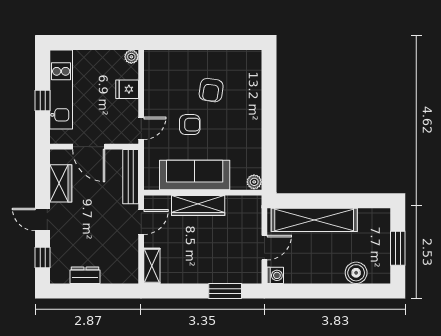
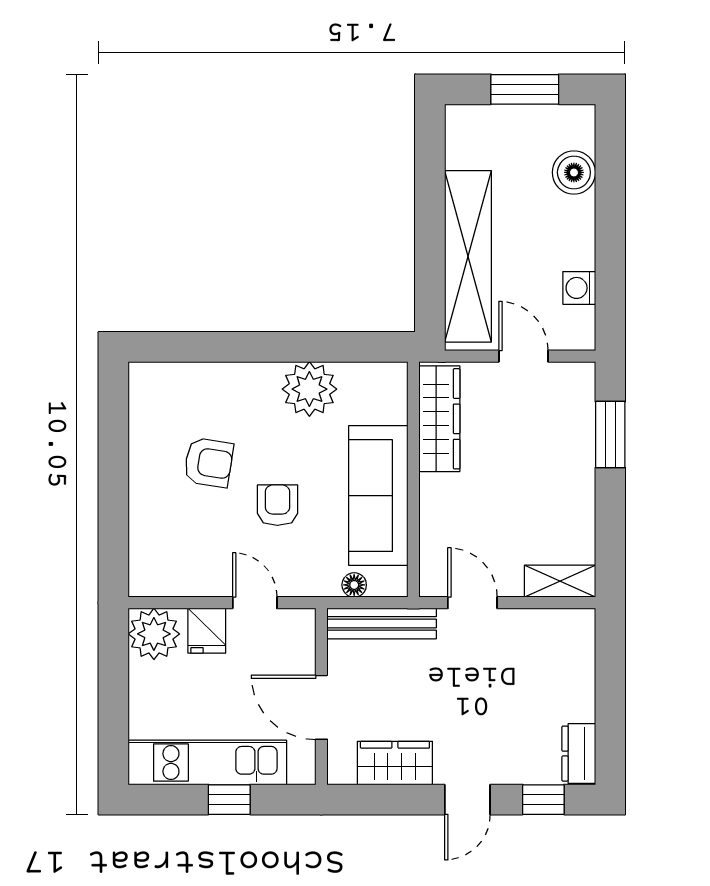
plant: (131, 57) -> (154, 634), width x1.88, depth x1.88
door: (141, 128) -> (255, 603), moved
door: (89, 147) -> (321, 707), swing flipped
floor lamp: (150, 163) -> (354, 585), added
plant: (254, 182) -> (309, 389), moved, width x1.88, depth x1.88
wardrobe: (198, 206) -> (439, 419), moved
dresser: (85, 275) -> (579, 754), moved
washing machine: (275, 275) -> (579, 288), moved, turned -90

